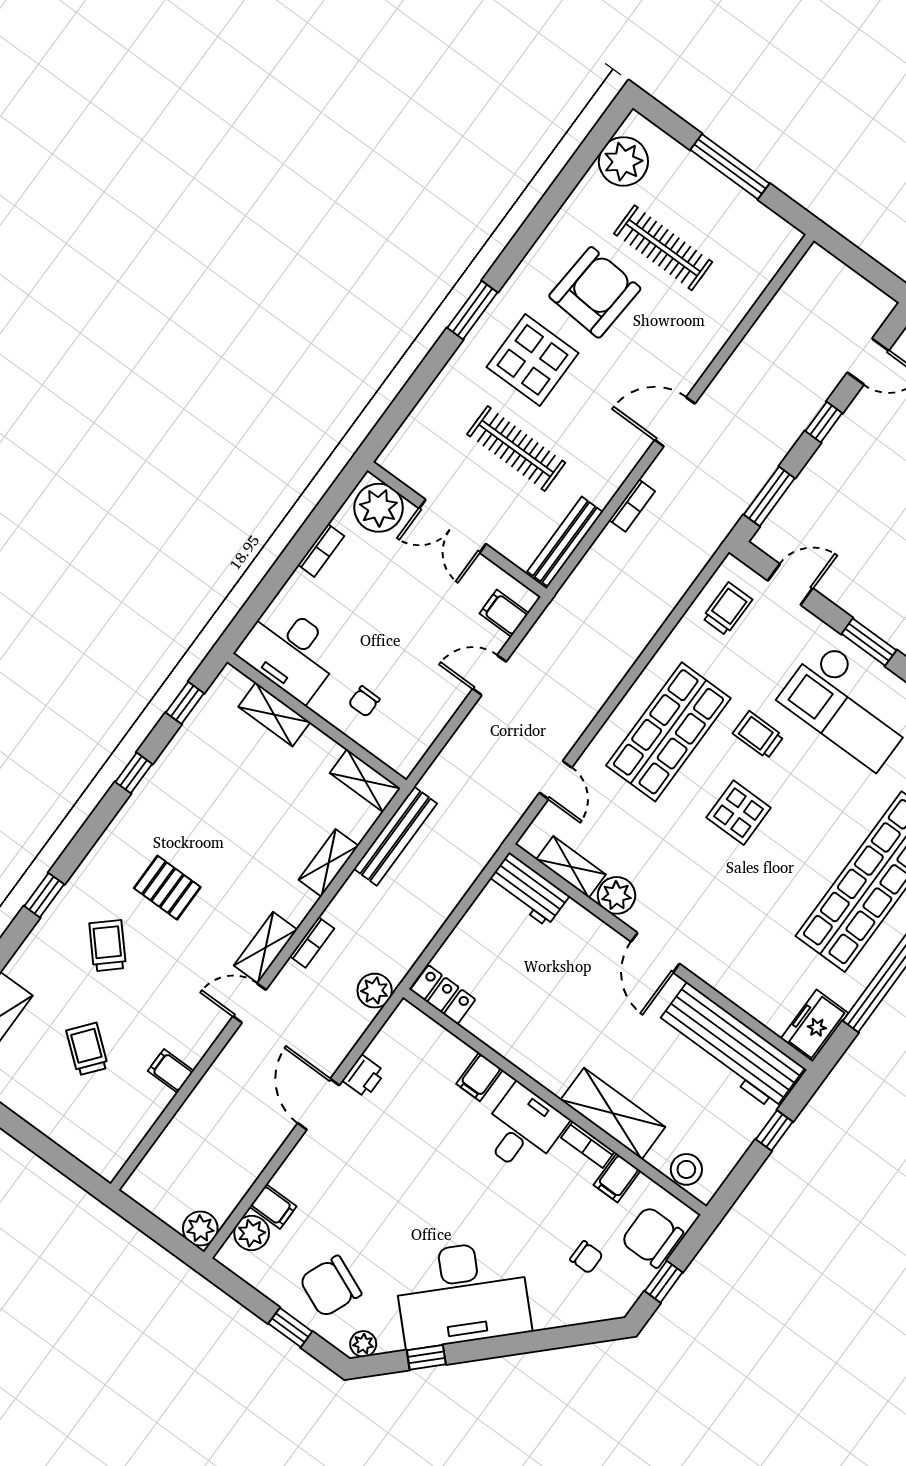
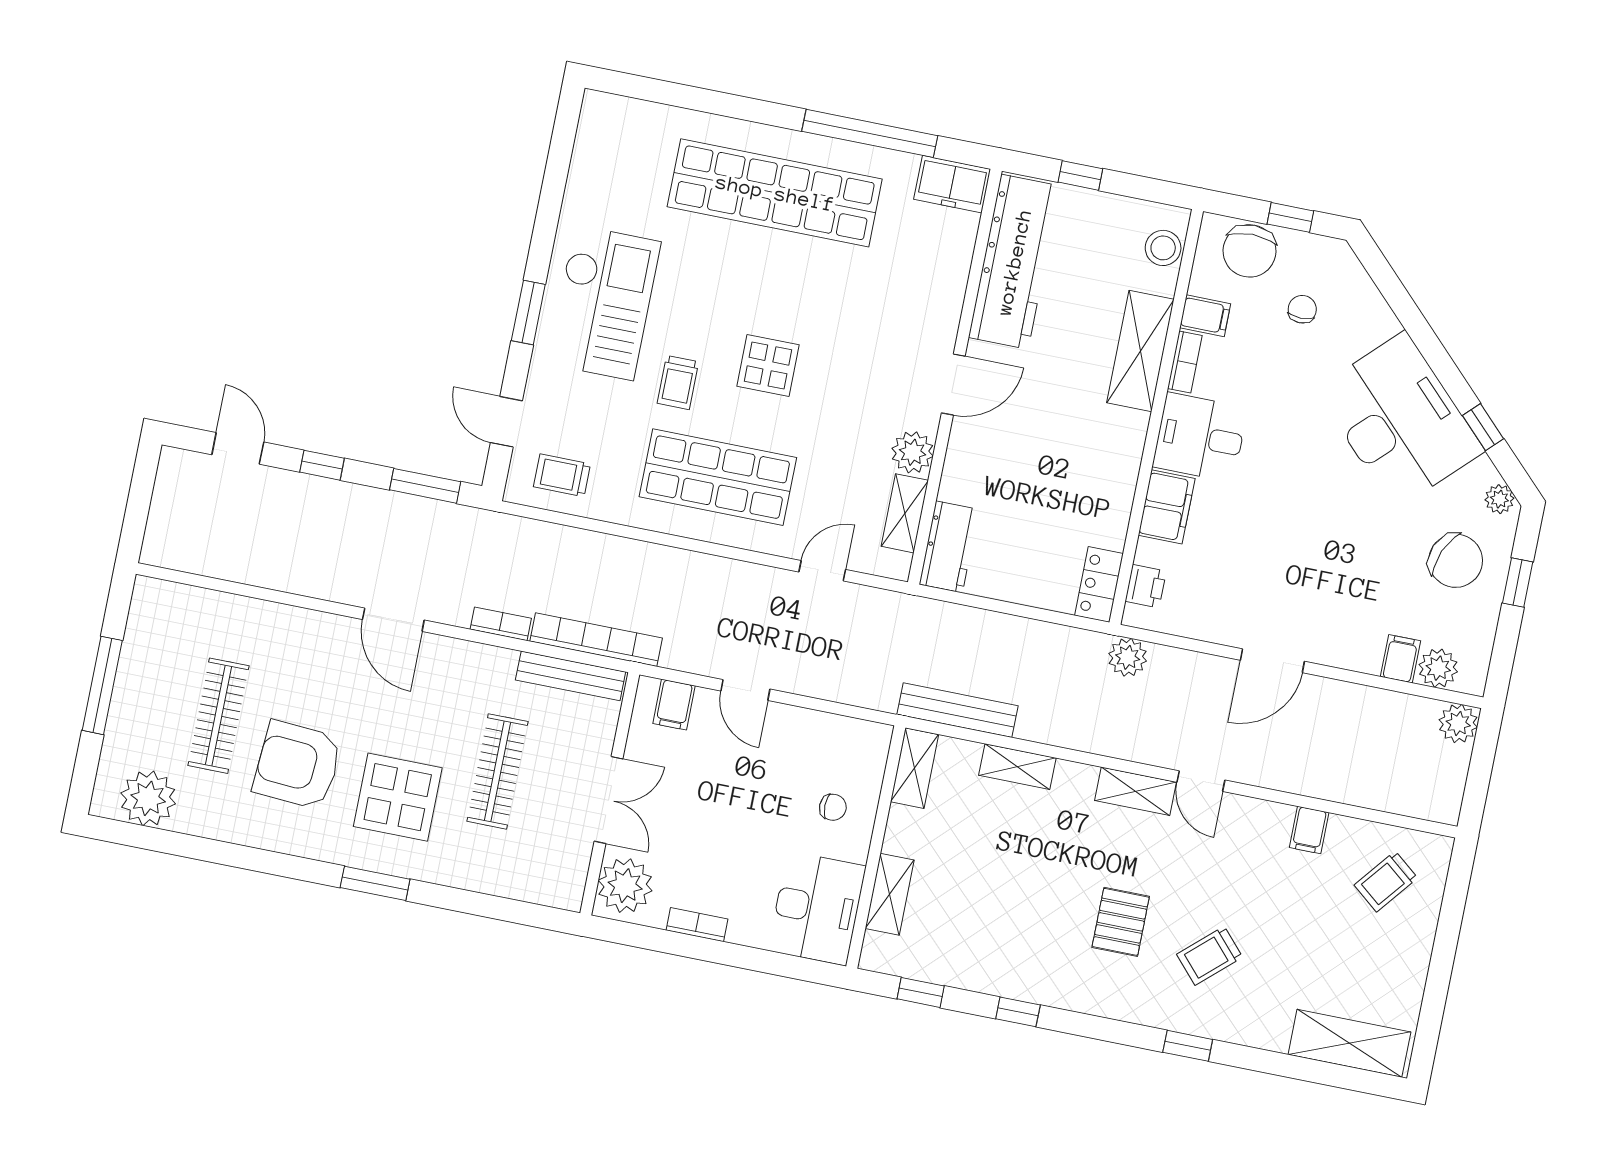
bookcase: (312, 942) -> (596, 640), moved, width x2.31, depth x1.31
trolley: (87, 1049) -> (1386, 881), moved
printer: (364, 1076) -> (1146, 586), moved, turned 90
filing cabinet: (480, 1077) -> (1167, 507), width x2.00

